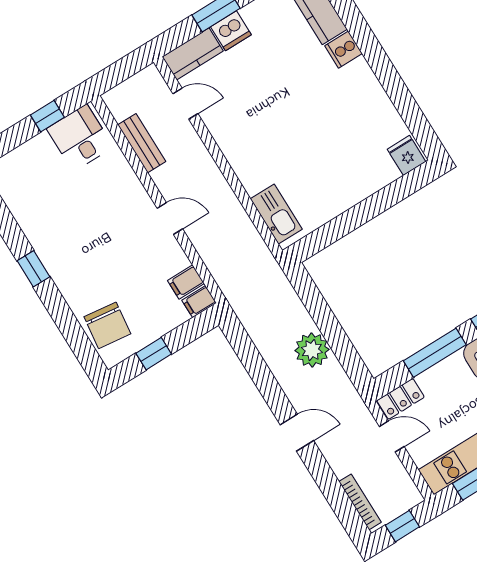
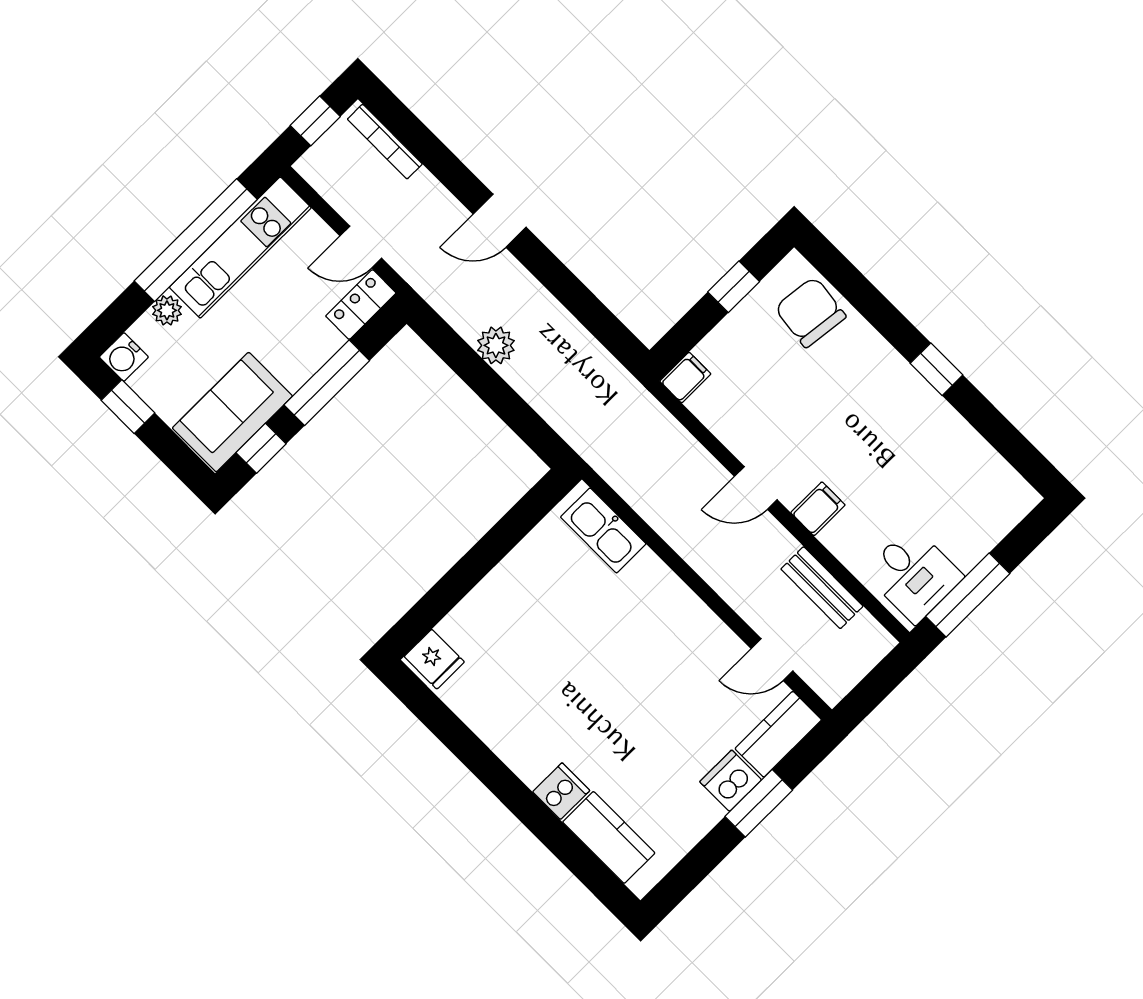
window: (47, 116) -> (968, 595), width x2.17
filing cabinet: (186, 282) -> (818, 509), moved
plant: (312, 350) -> (496, 345), width x0.73, depth x0.73

